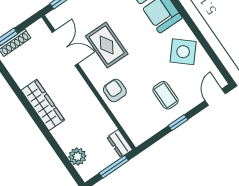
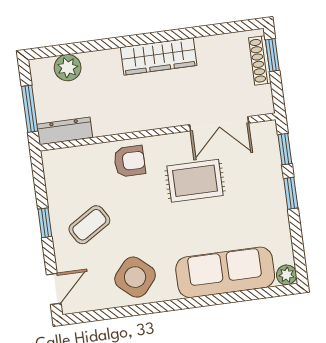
coffee table: (165, 95) -> (89, 225), turned -32
door: (215, 97) -> (54, 289), hinge flipped
dresser: (120, 143) -> (65, 131), width x1.44

